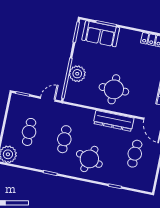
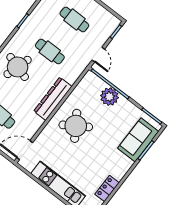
round table: (114, 89) -> (76, 126), turned -33
dresser: (114, 121) -> (53, 99), moved

